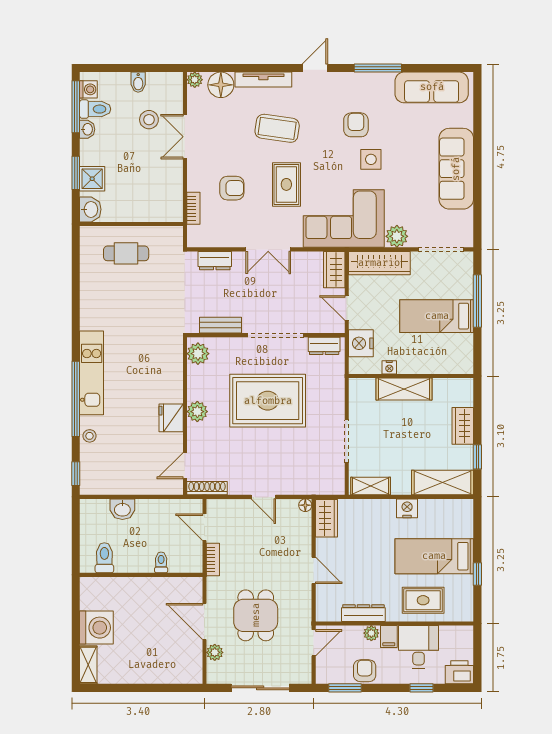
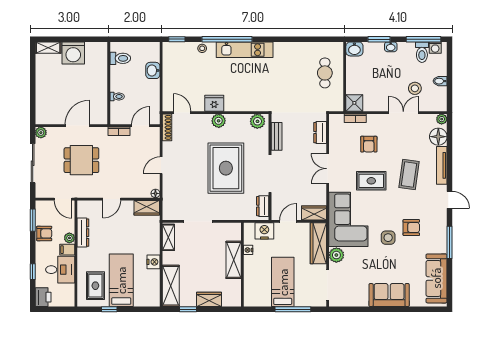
washbasin: (87, 129) -> (391, 47), moved
sofa: (456, 169) -> (389, 295), width x0.73
shower: (92, 179) -> (354, 103), moved
rug: (423, 600) -> (95, 286), moved
plant: (215, 652) -> (41, 133), moved

